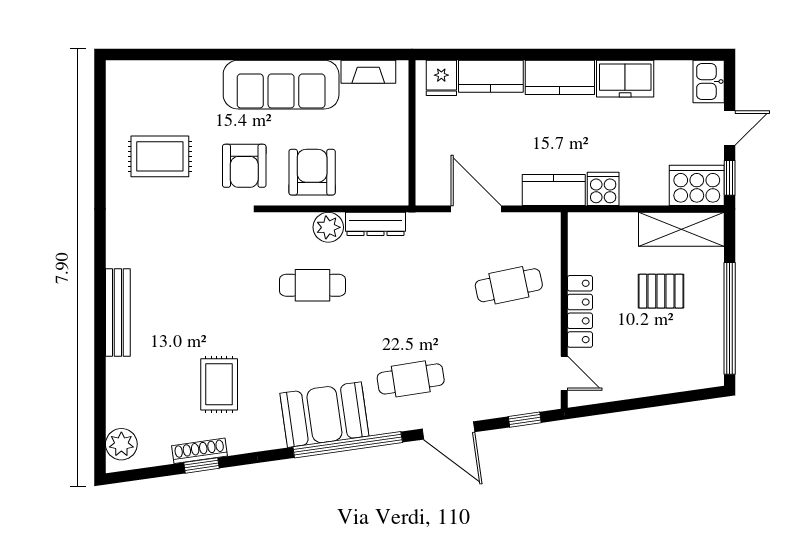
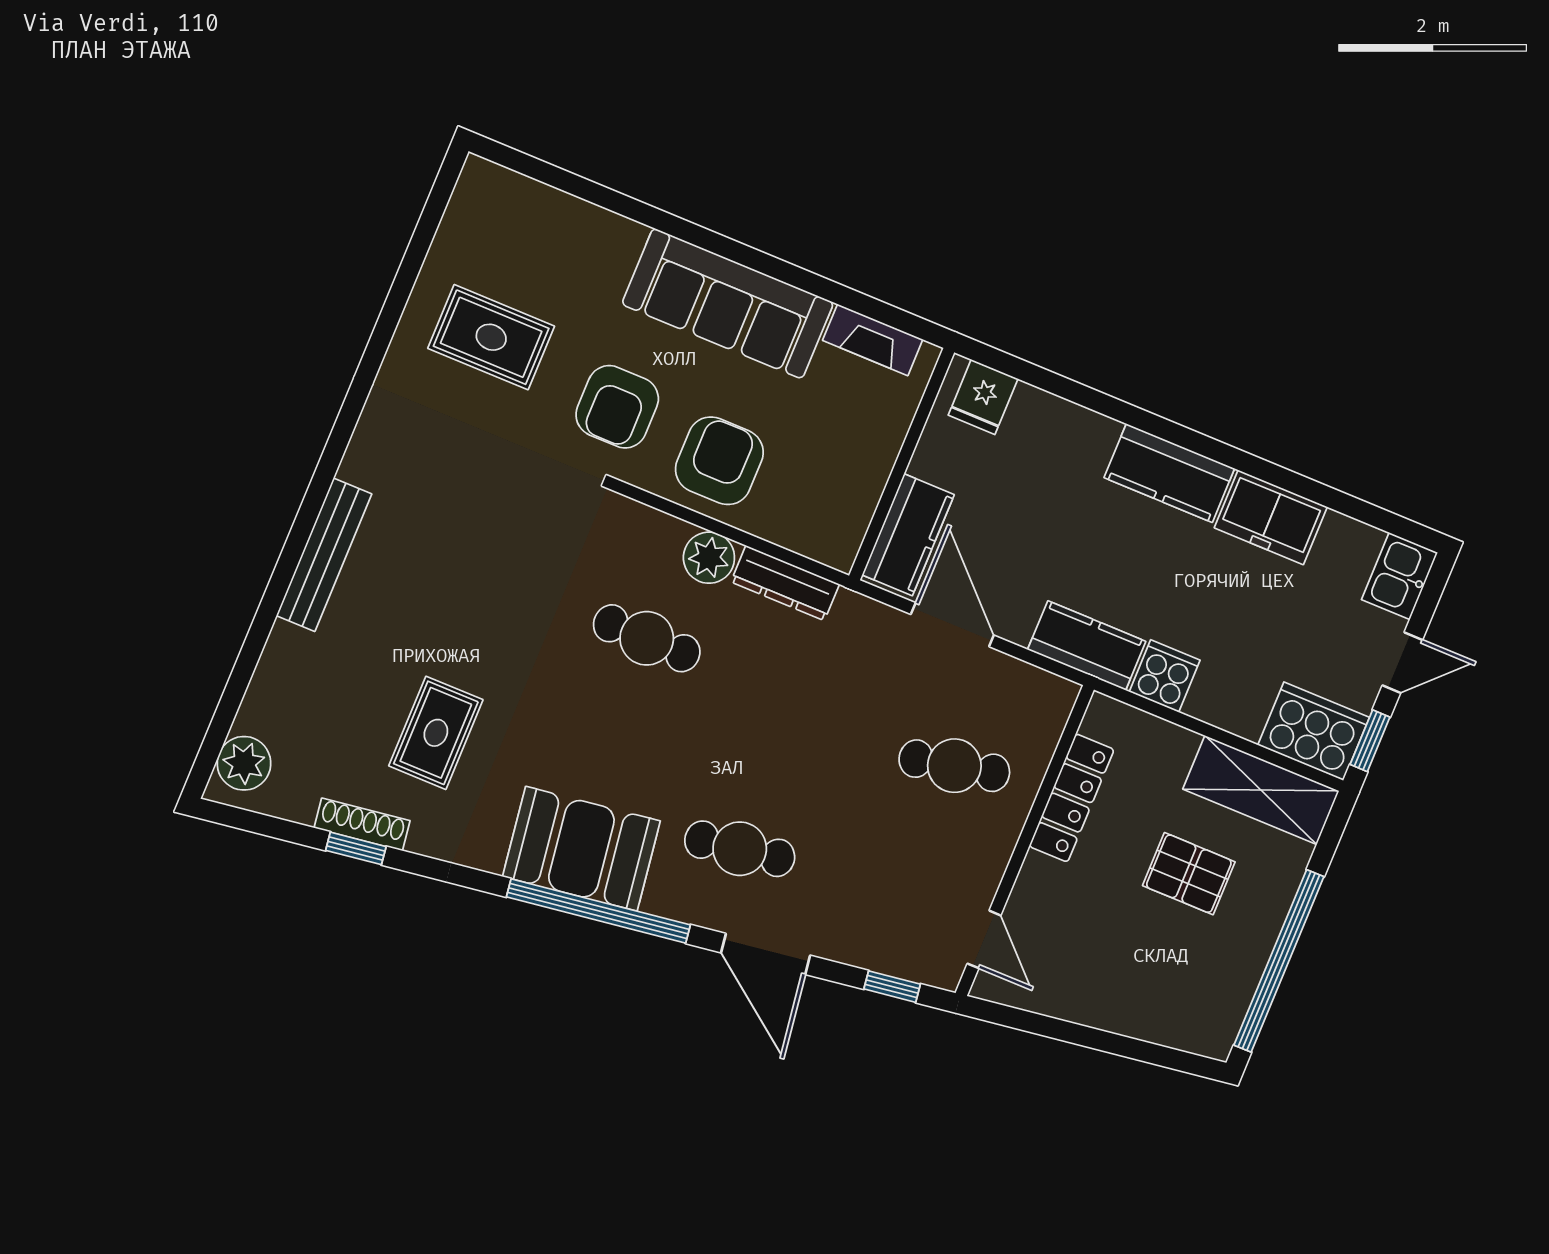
kitchen counter: (491, 76) -> (908, 535), moved, turned -90
locker: (580, 311) -> (1072, 798), moved

